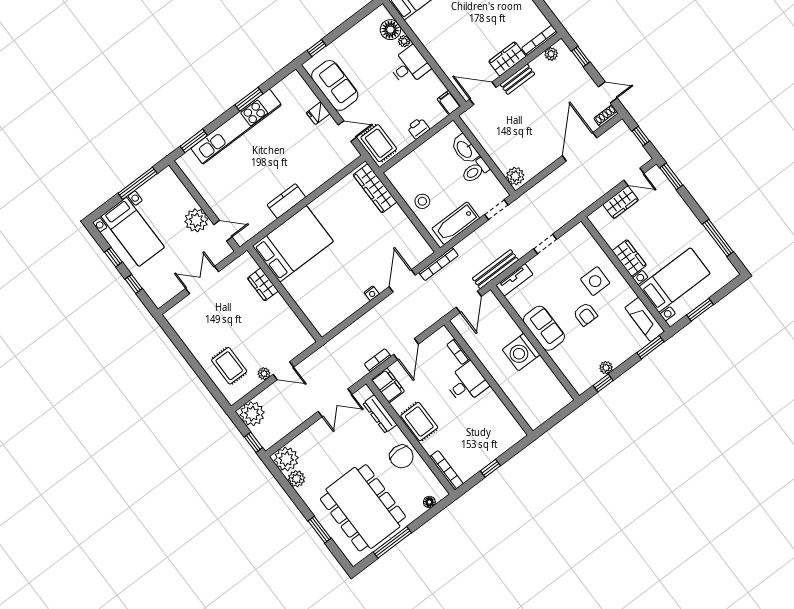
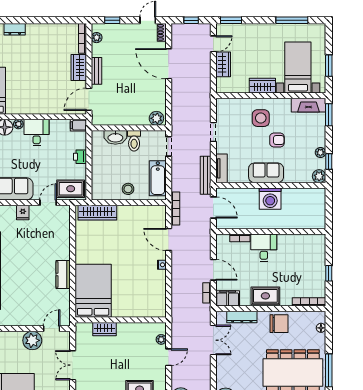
plant: (264, 374) -> (161, 339), moved
plant: (581, 384) -> (319, 176), added

